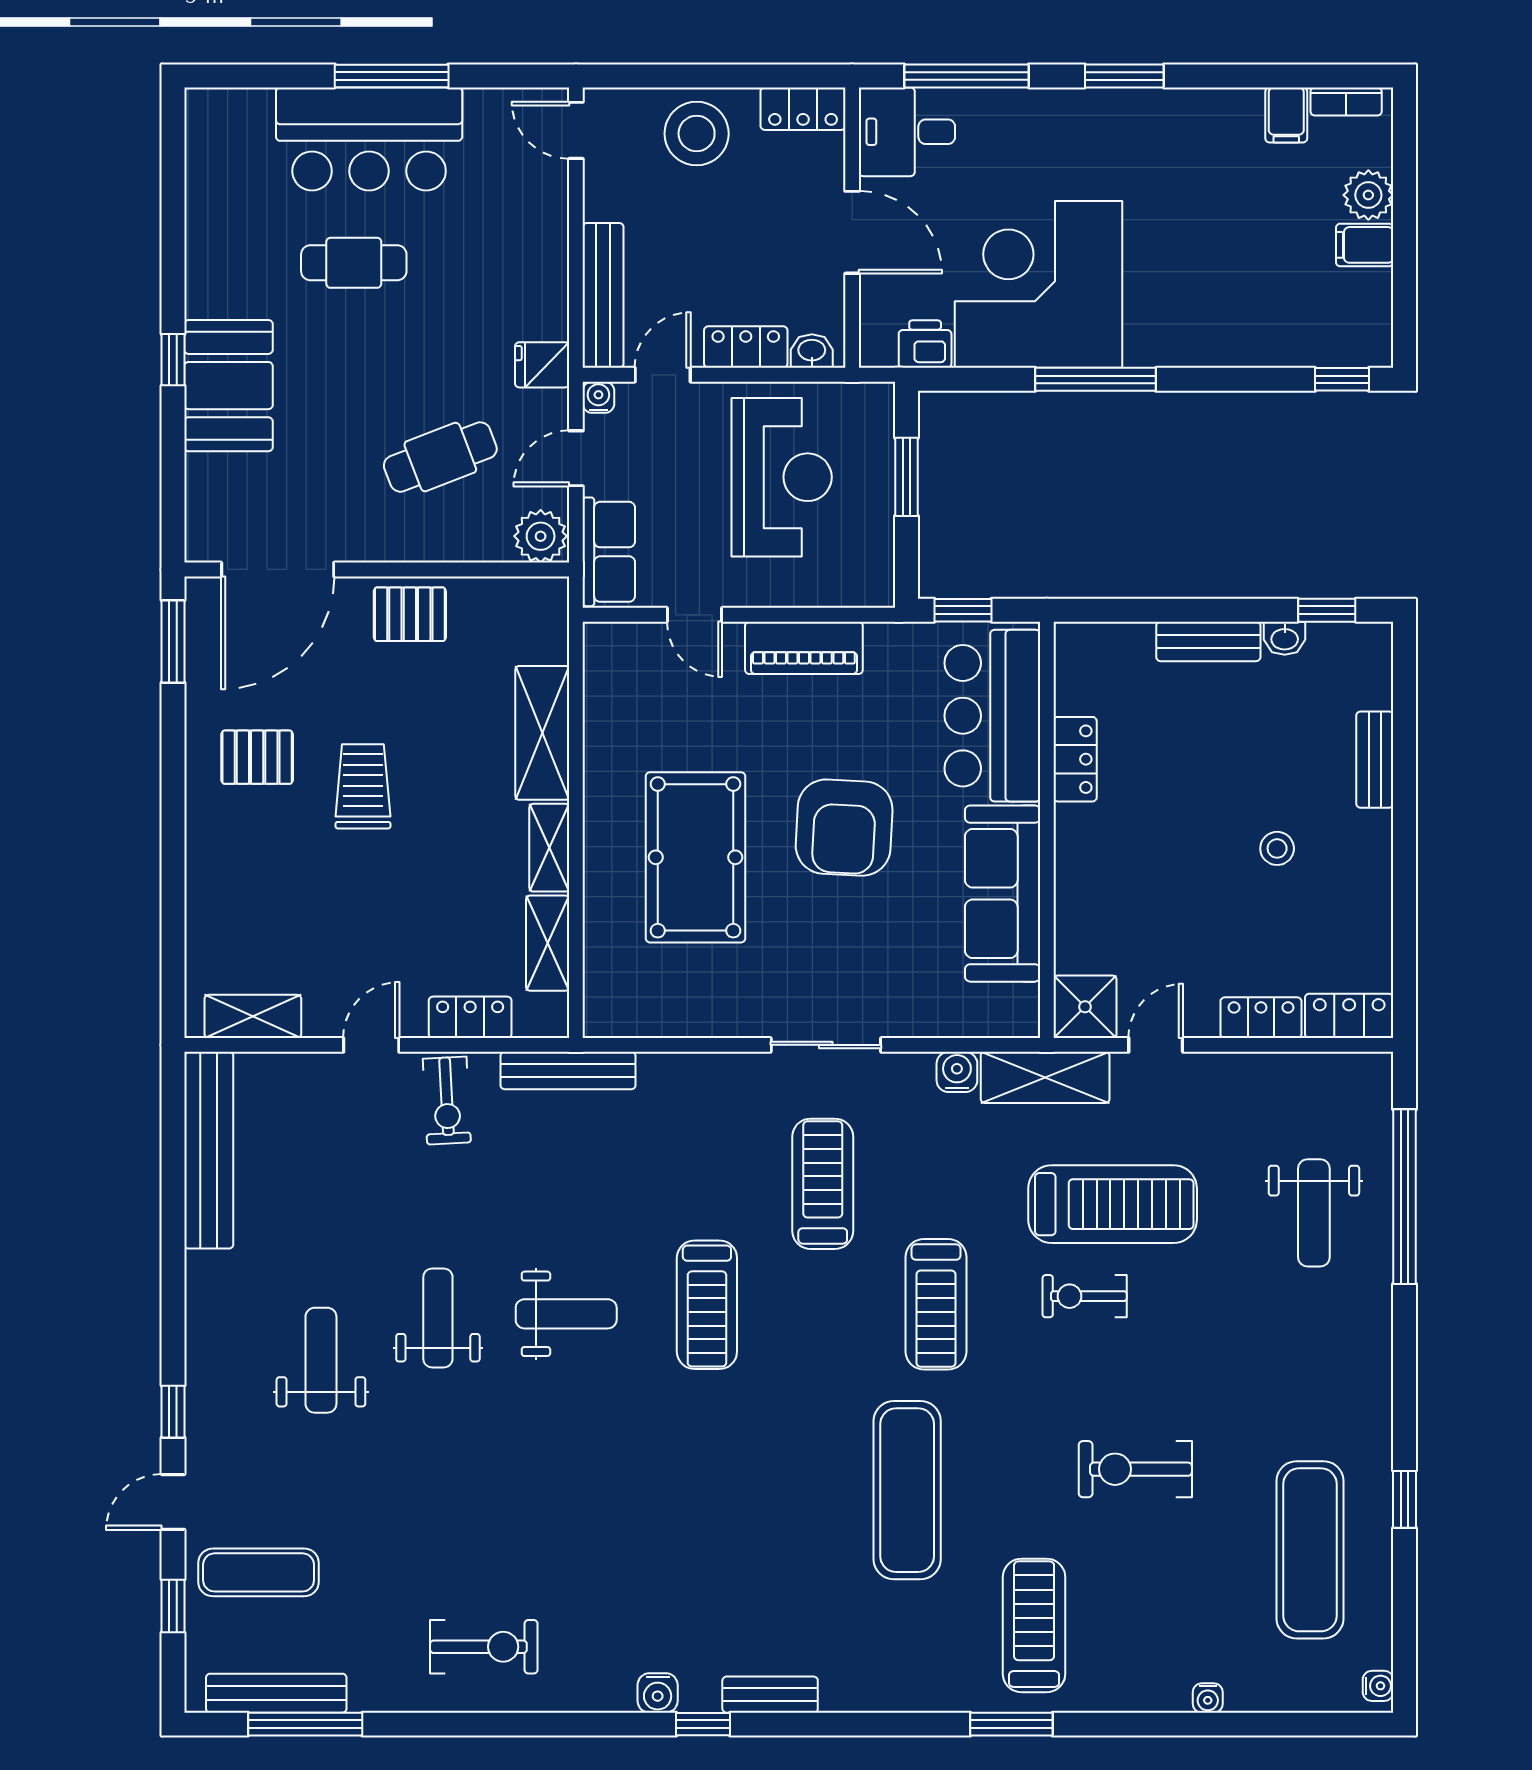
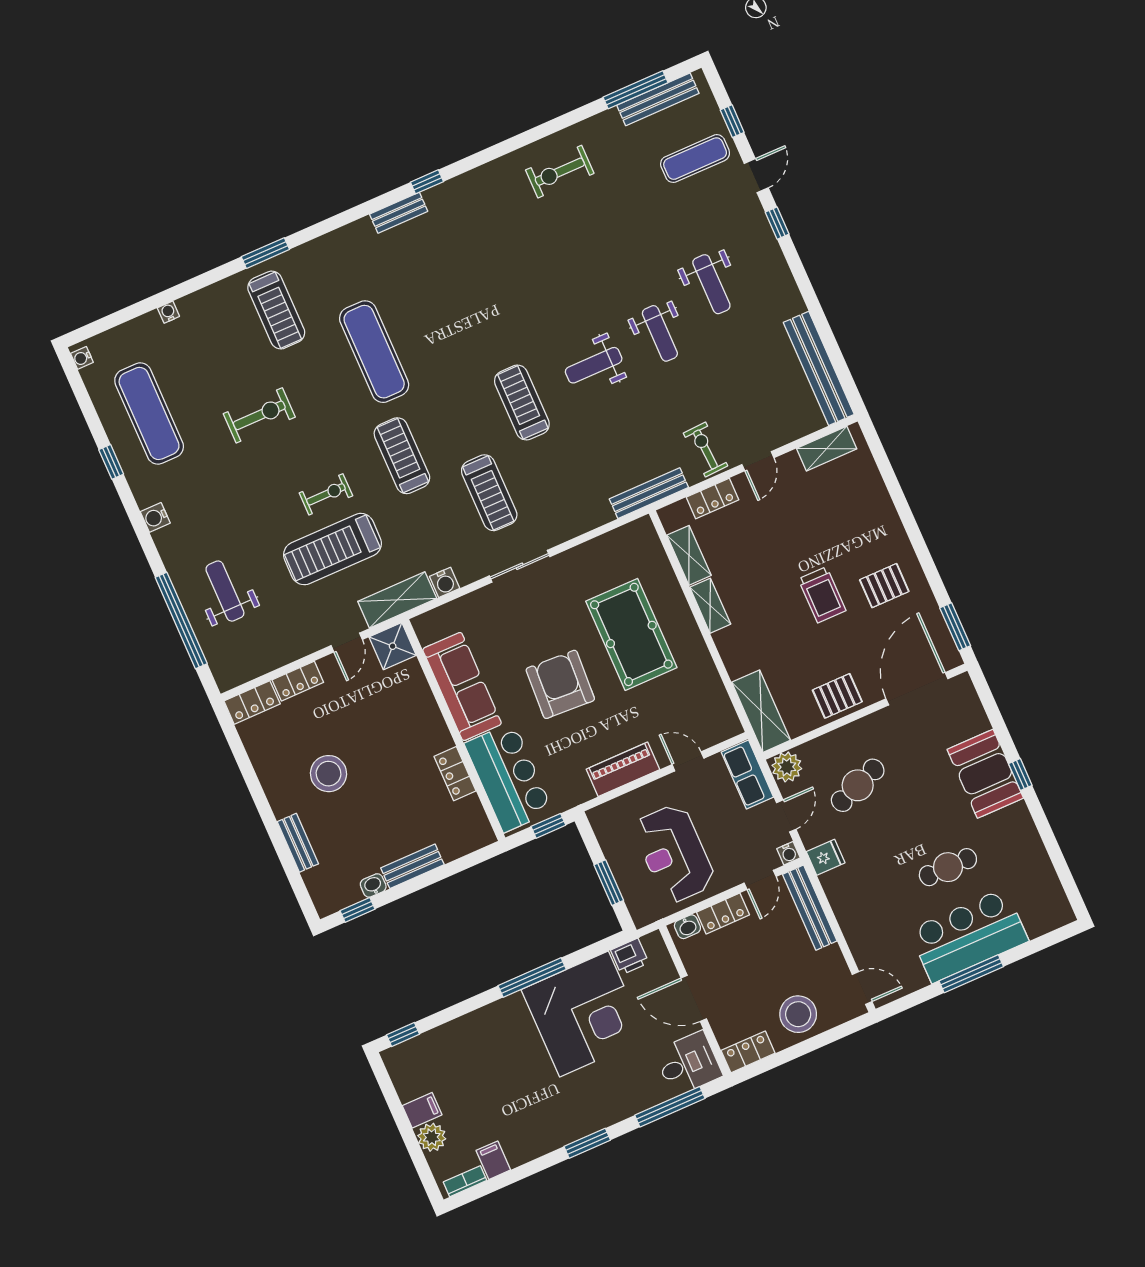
shelving: (542, 733) -> (761, 711), moved
stool: (1277, 848) -> (329, 774), width x1.89, depth x1.89
water cooler: (658, 1693) -> (155, 517), moved, turned -90

